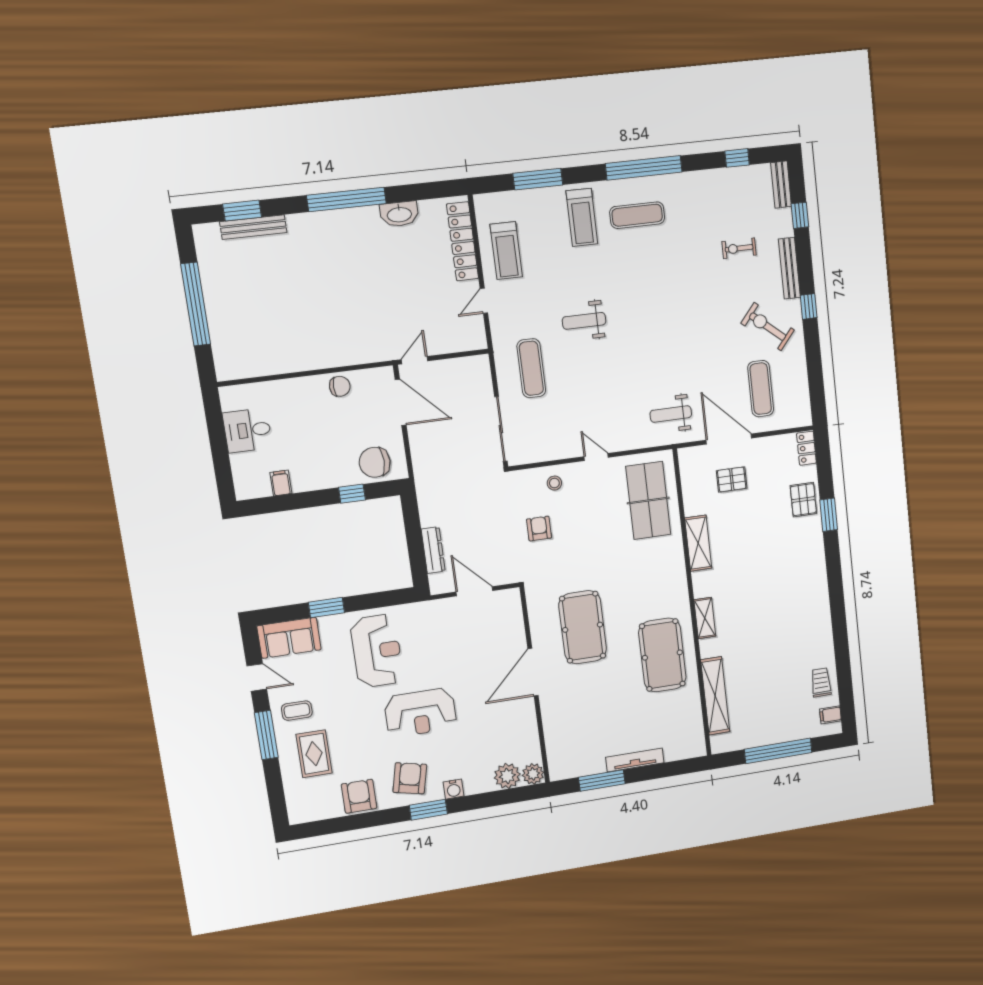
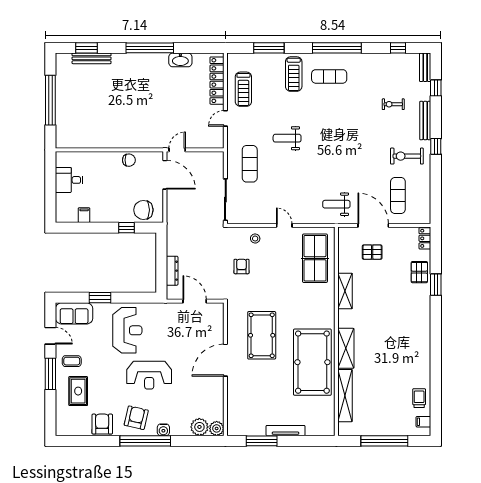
exercise bike: (768, 327) -> (407, 156), turned -40
shelving: (705, 618) -> (346, 348), width x1.50, depth x1.33
pool table: (662, 655) -> (312, 362), width x1.36, depth x1.32
window: (428, 810) -> (145, 441), width x2.11

